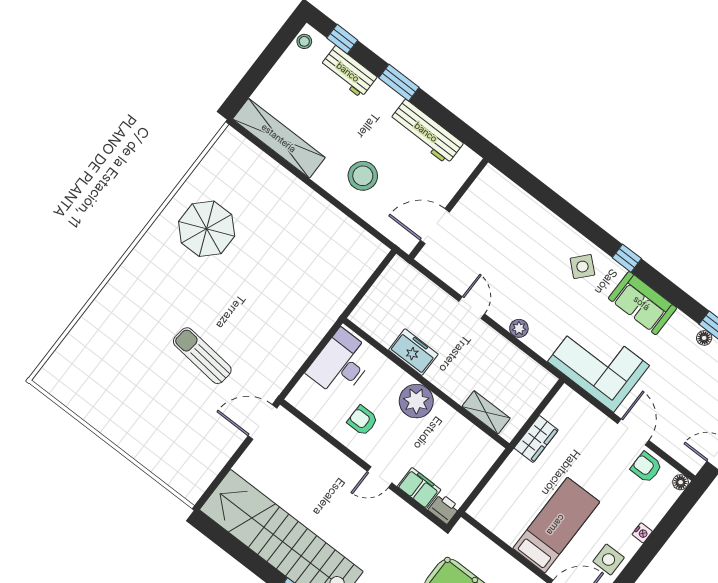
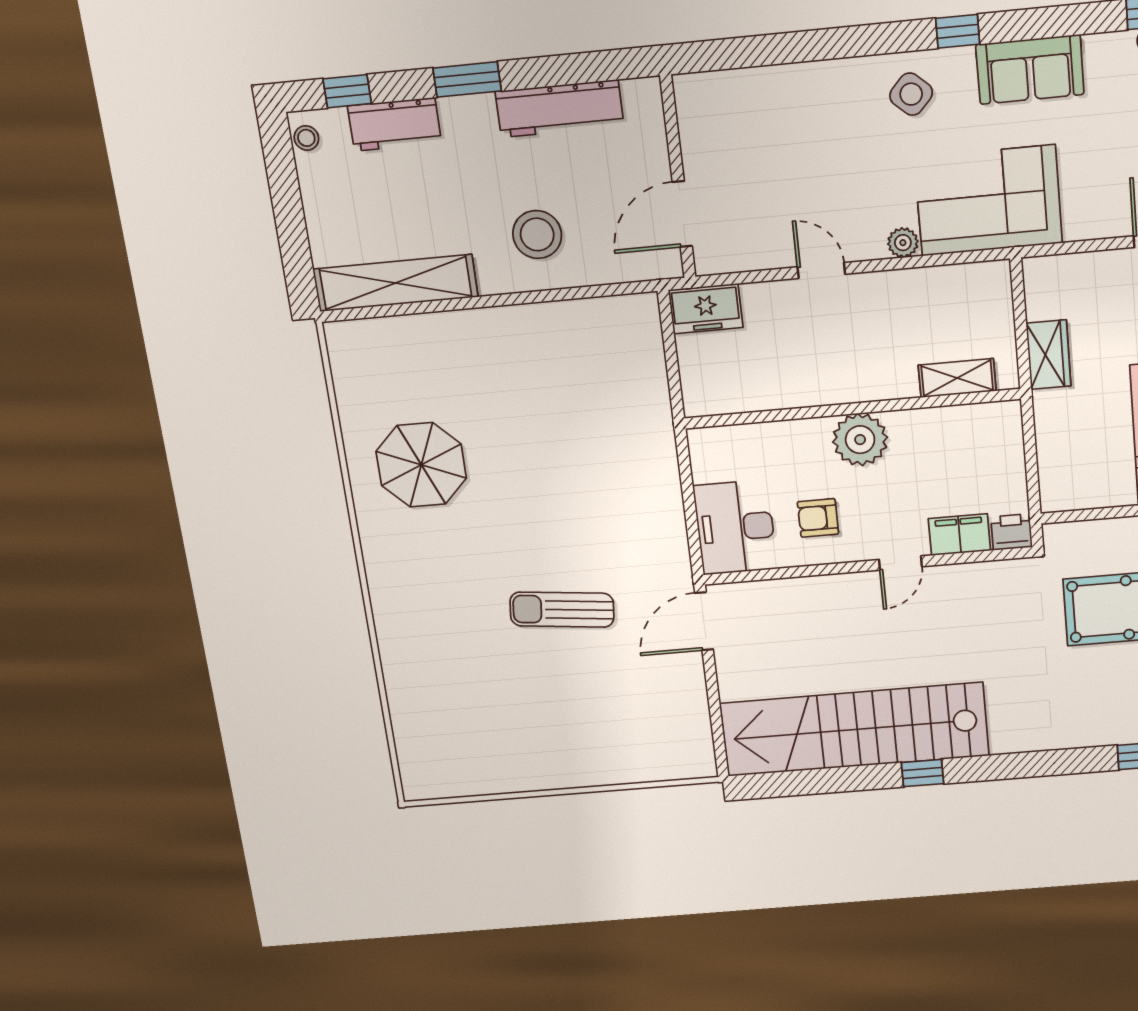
freezer: (413, 352) -> (706, 309), moved, turned 180
desk: (341, 364) -> (735, 527), moved
corner sofa: (598, 364) -> (988, 201), moved

